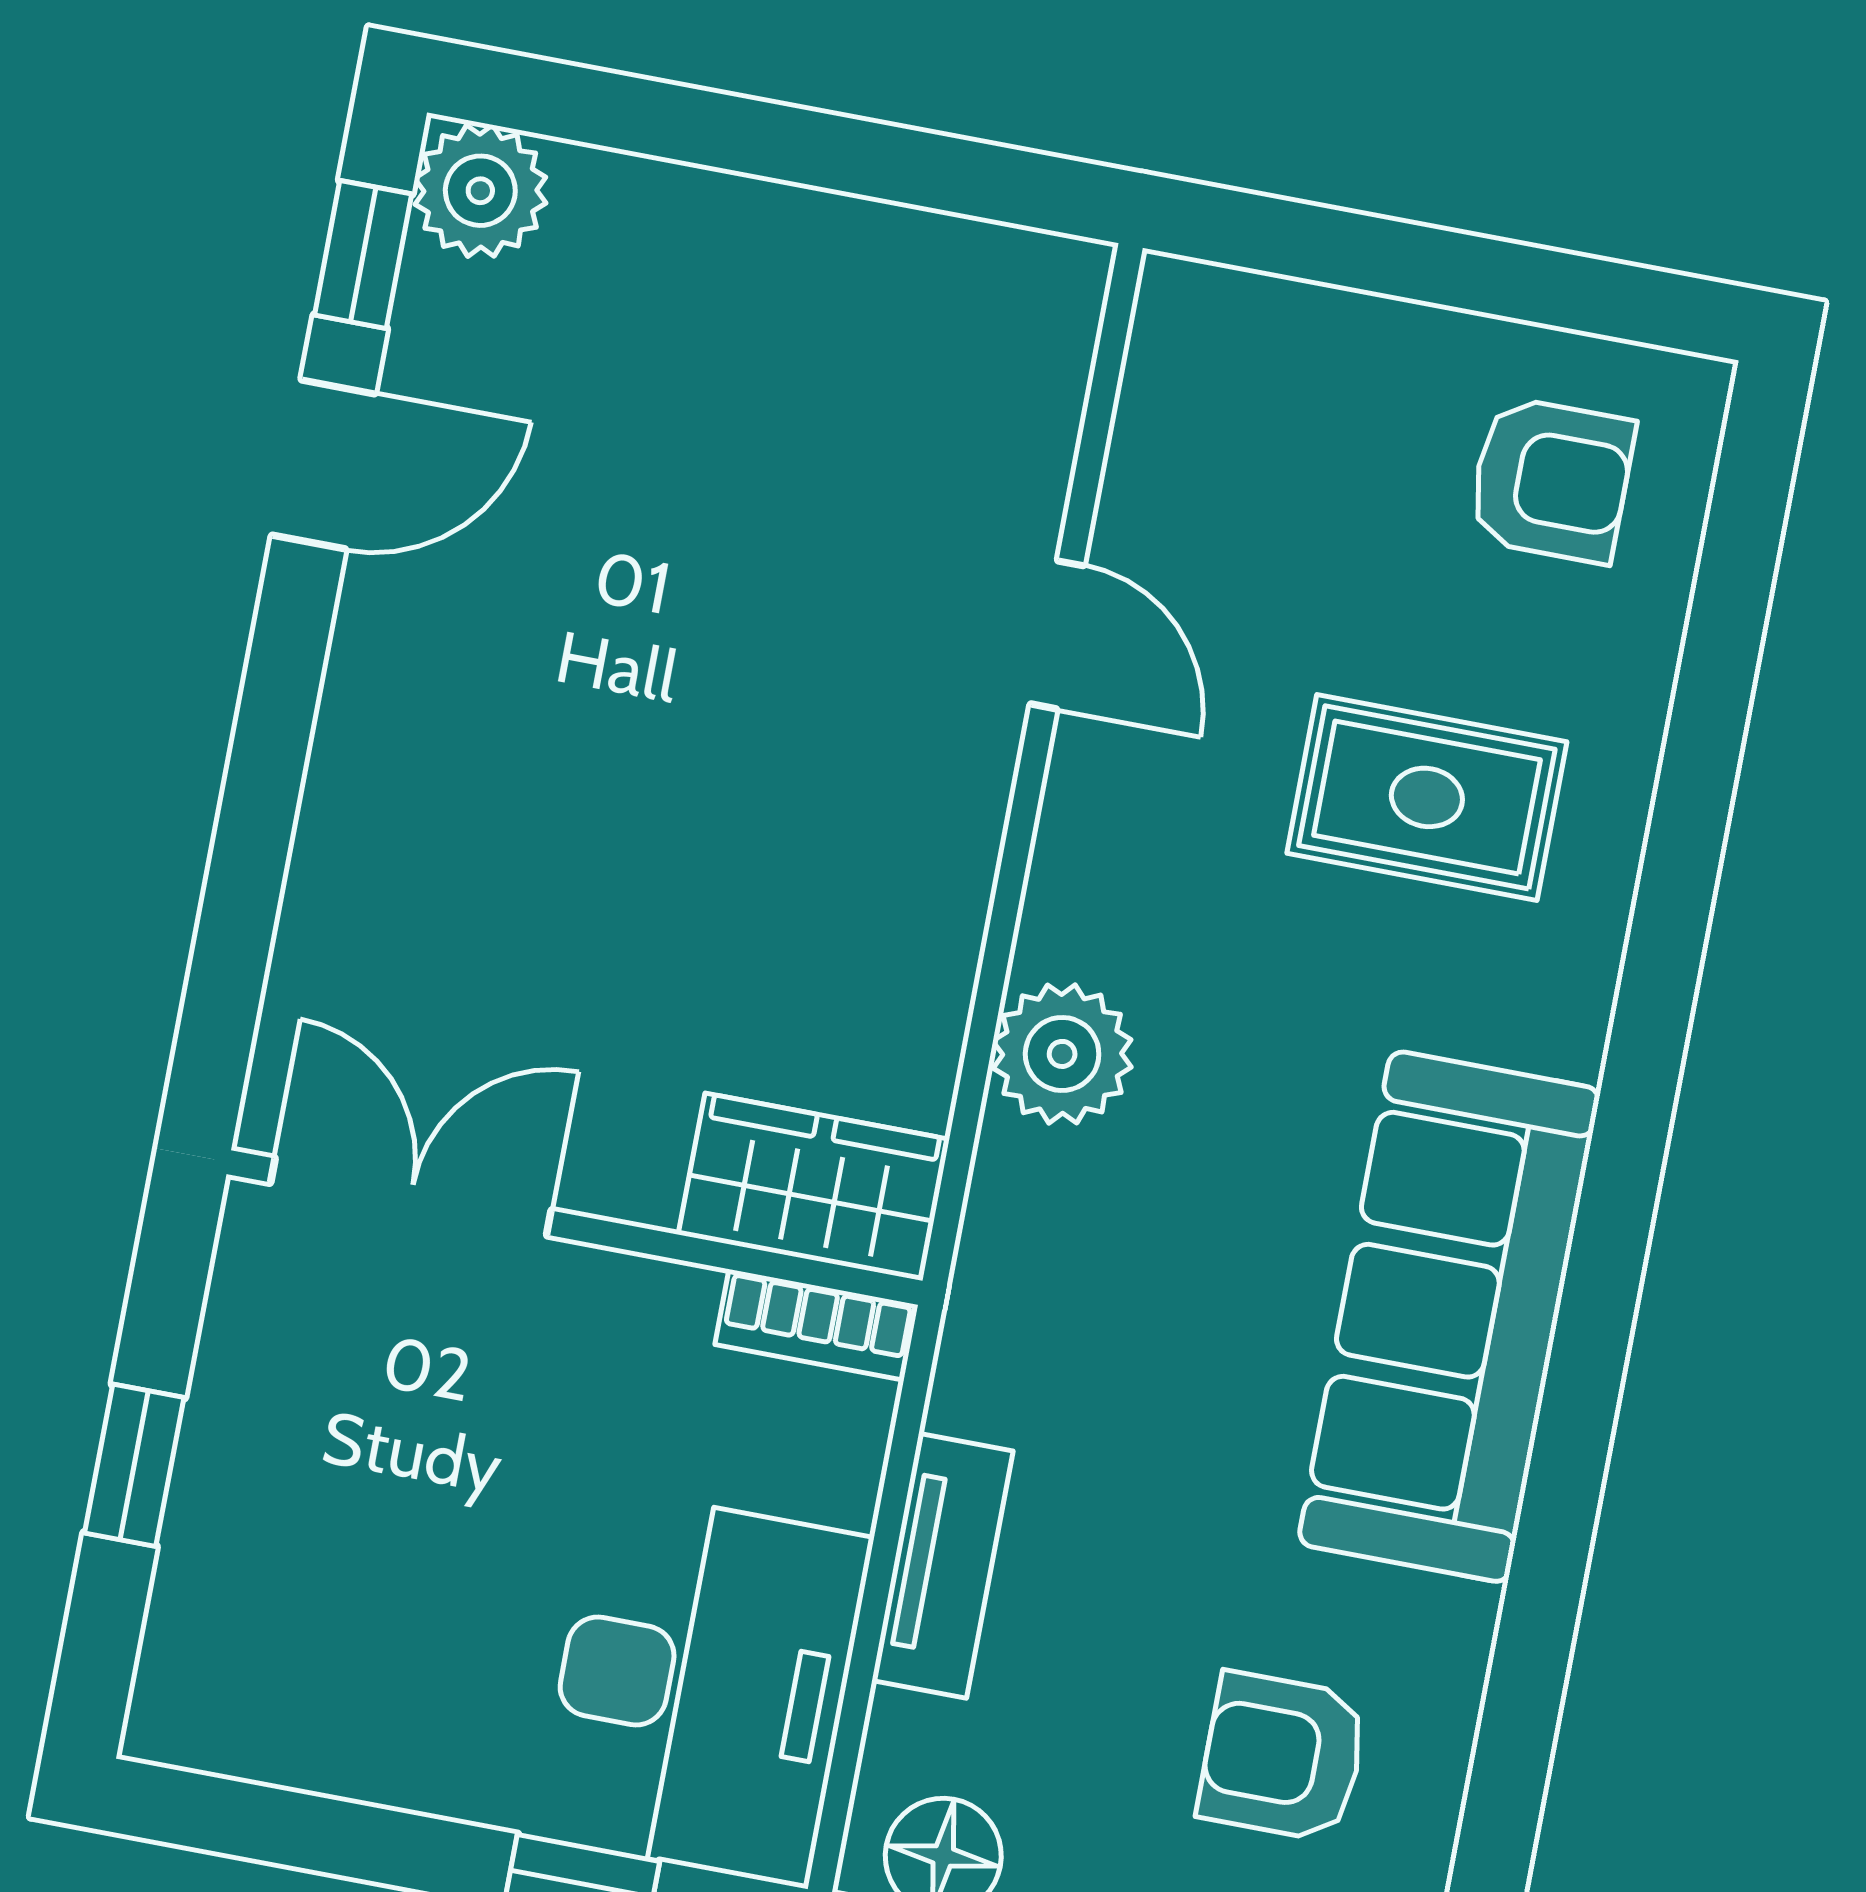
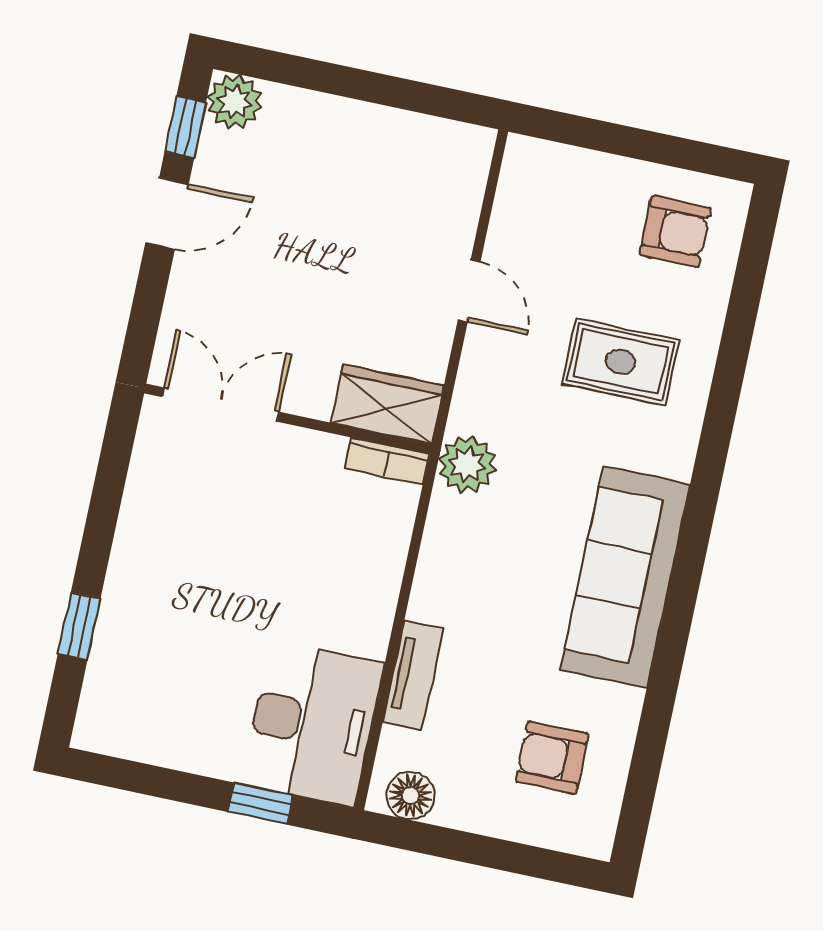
wardrobe: (814, 1187) -> (387, 404), moved
double door: (411, 1197) -> (220, 404), moved
wall: (575, 1227) -> (288, 419), moved
bookcase: (816, 1325) -> (387, 461), moved

